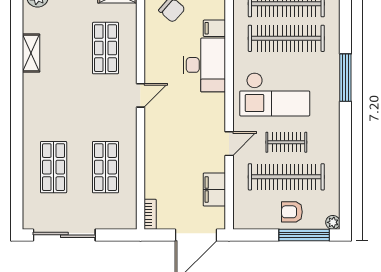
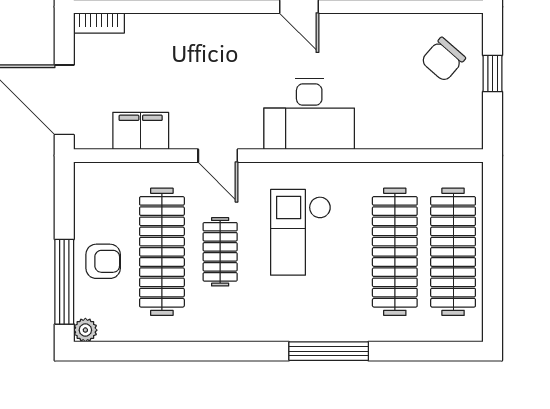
filing cabinet: (214, 28) -> (412, 131), removed
desk: (204, 65) -> (309, 114), moved
checkout: (275, 94) -> (301, 232), width x0.73, depth x0.83
armchair: (292, 212) -> (103, 261), turned 90

